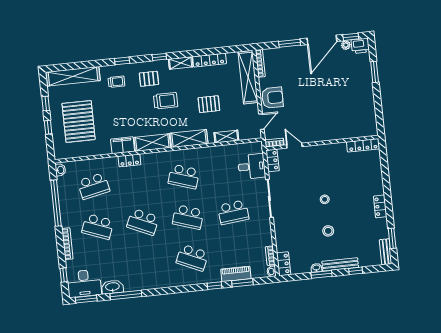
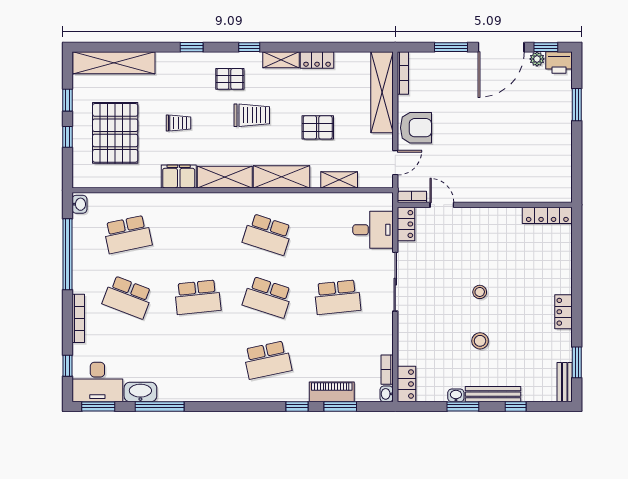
locker: (210, 60) -> (317, 60), width x0.66
trolley: (116, 82) -> (179, 123), moved
locker: (129, 160) -> (187, 201), removed
school desk: (143, 222) -> (198, 297), turned -30
school desk: (192, 258) -> (268, 360), turned -36

